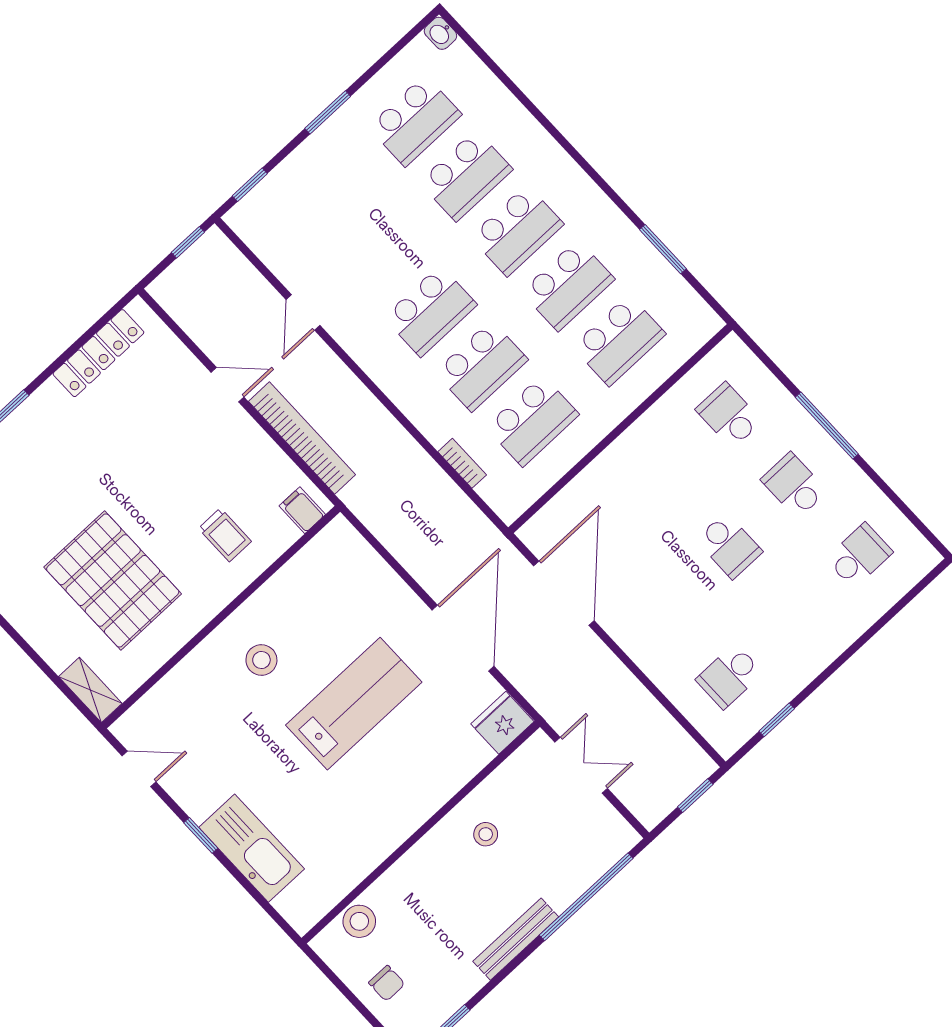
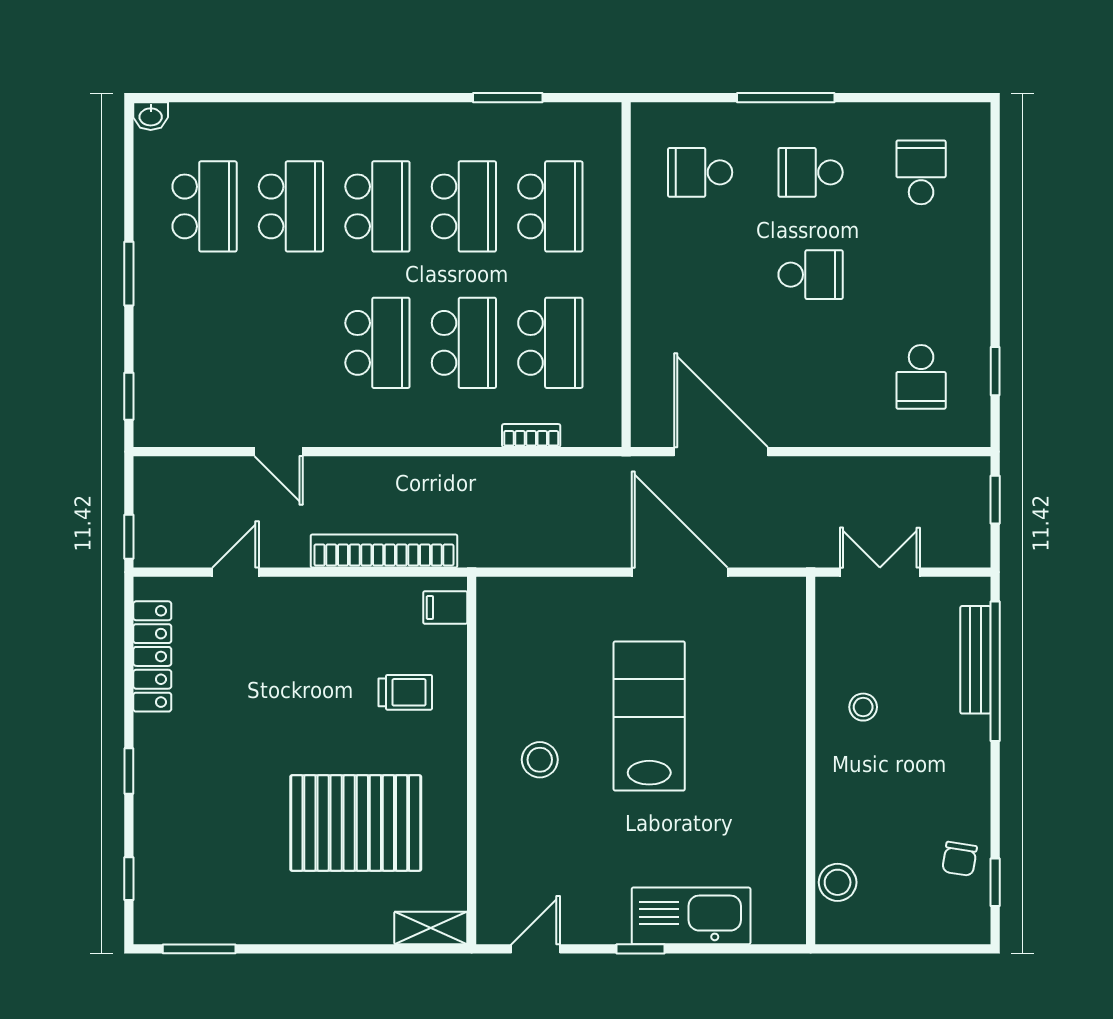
window: (188, 242) -> (129, 537), moved
door: (227, 385) -> (236, 572), moved
fridge: (502, 723) -> (782, 605), removed
bench: (516, 939) -> (976, 660), moved
chair: (387, 983) -> (960, 859), moved, turned 99

